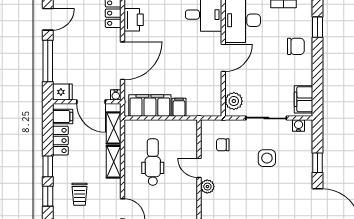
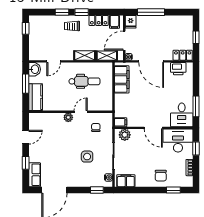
door: (48, 19) -> (179, 12), removed
filing cabinet: (179, 107) -> (121, 122), moved
window: (318, 163) -> (97, 190), moved
trolley: (80, 194) -> (72, 26), moved

